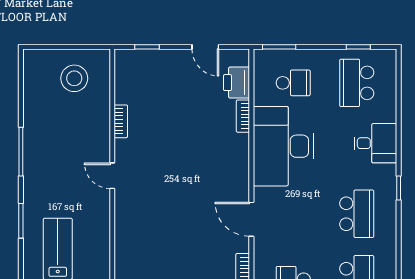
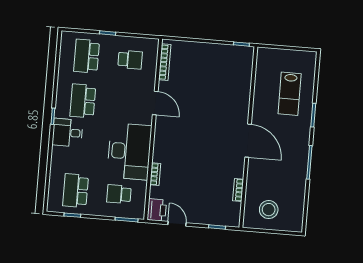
printer: (236, 83) -> (157, 210), moved
school desk: (357, 83) -> (76, 191), turned 180
bookcase: (121, 121) -> (238, 190), moved
desk: (375, 143) -> (67, 133), moved
door: (112, 176) -> (248, 141), width x1.87

